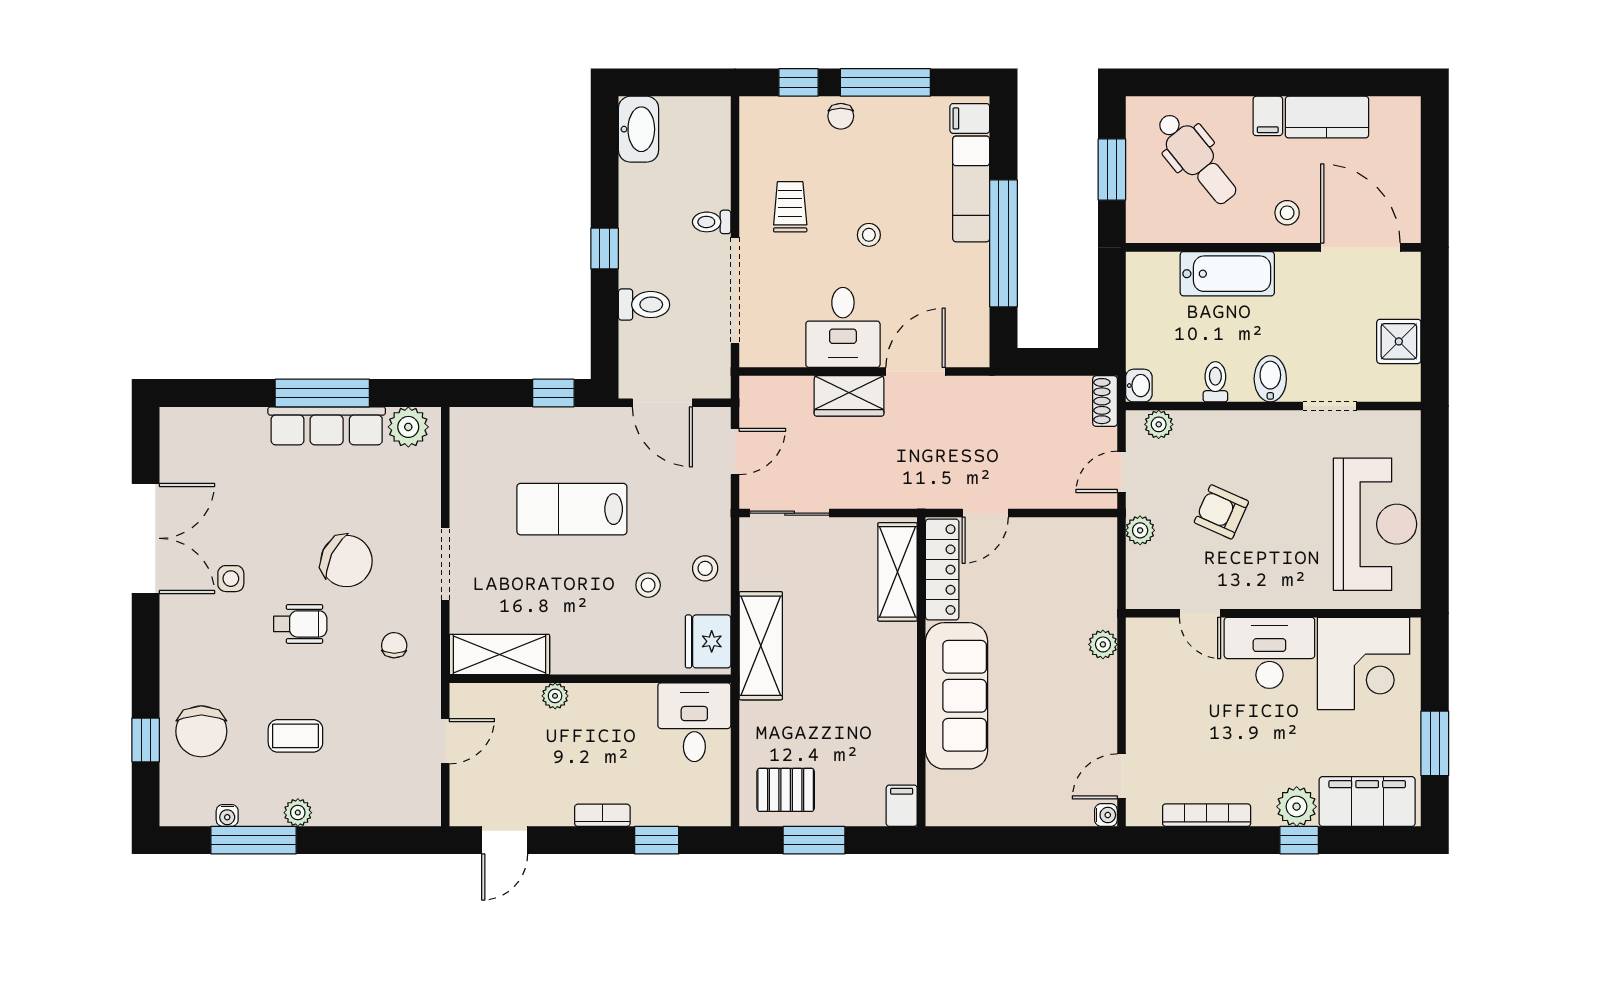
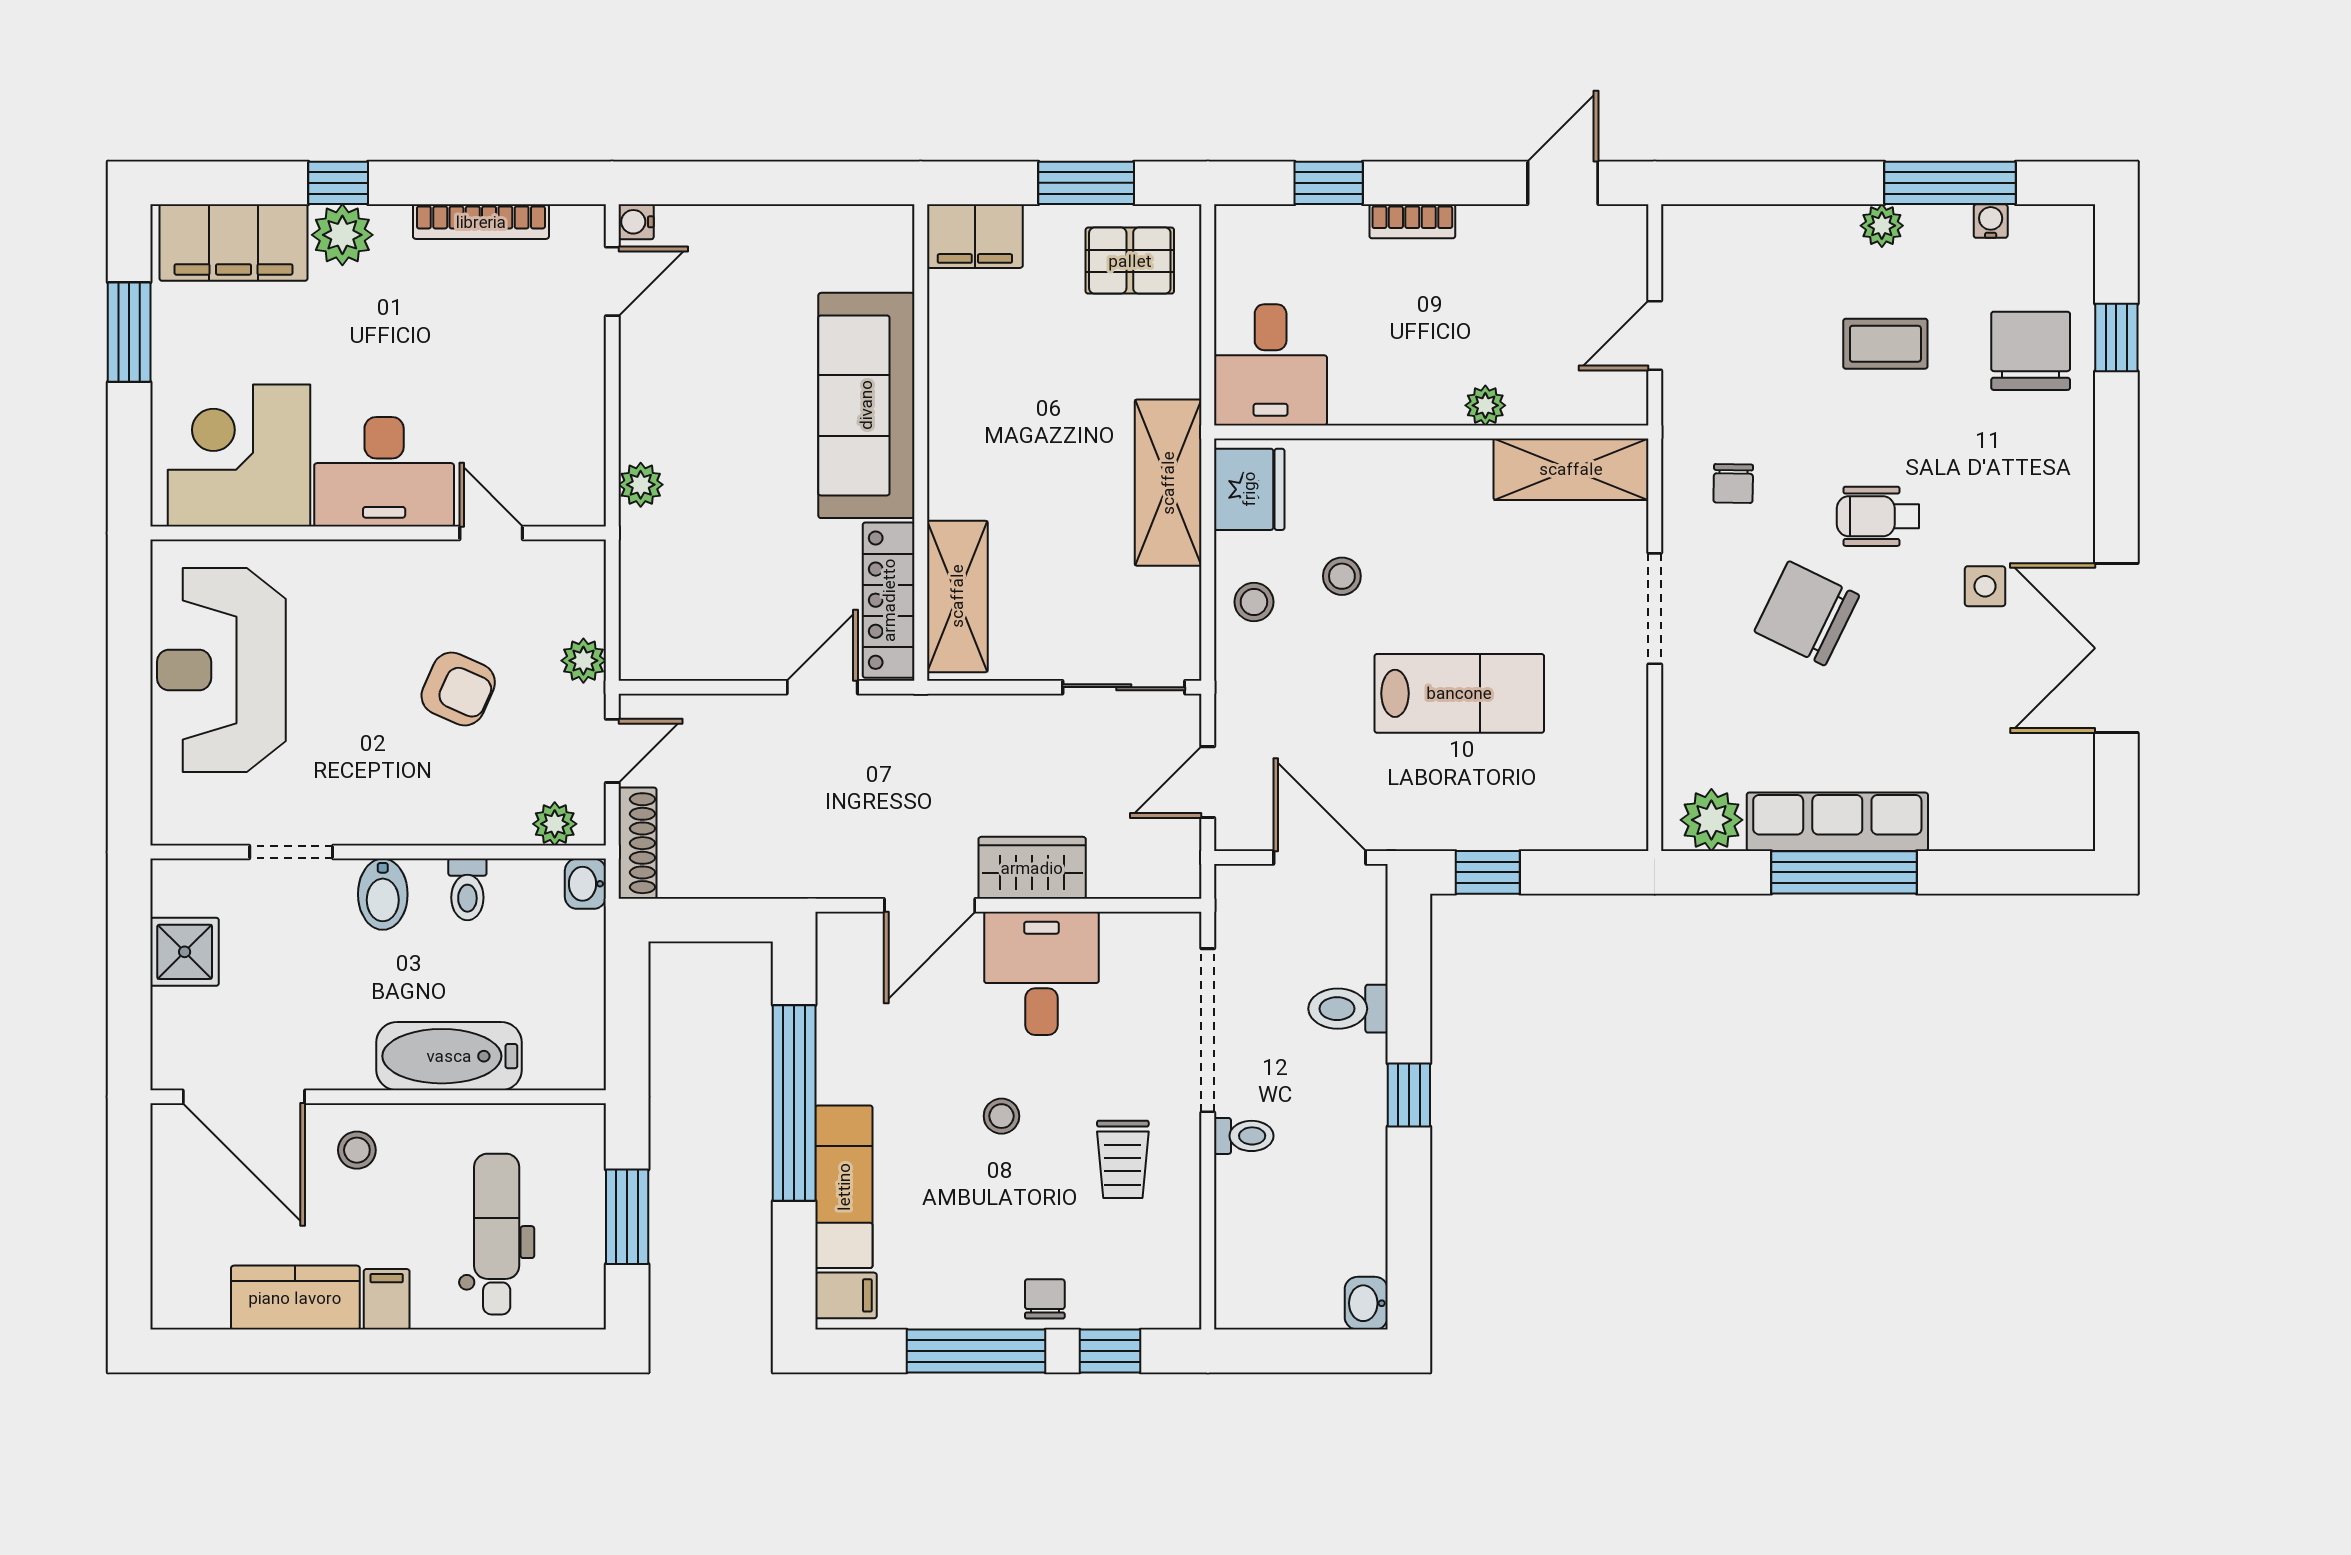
washbasin: (638, 129) -> (1366, 1303), width x0.52, depth x0.69
dental chair: (1196, 158) -> (497, 1234), turned 39
shoe rack: (1105, 401) -> (637, 843), width x1.43
filing cabinet: (902, 806) -> (975, 236), width x2.00

